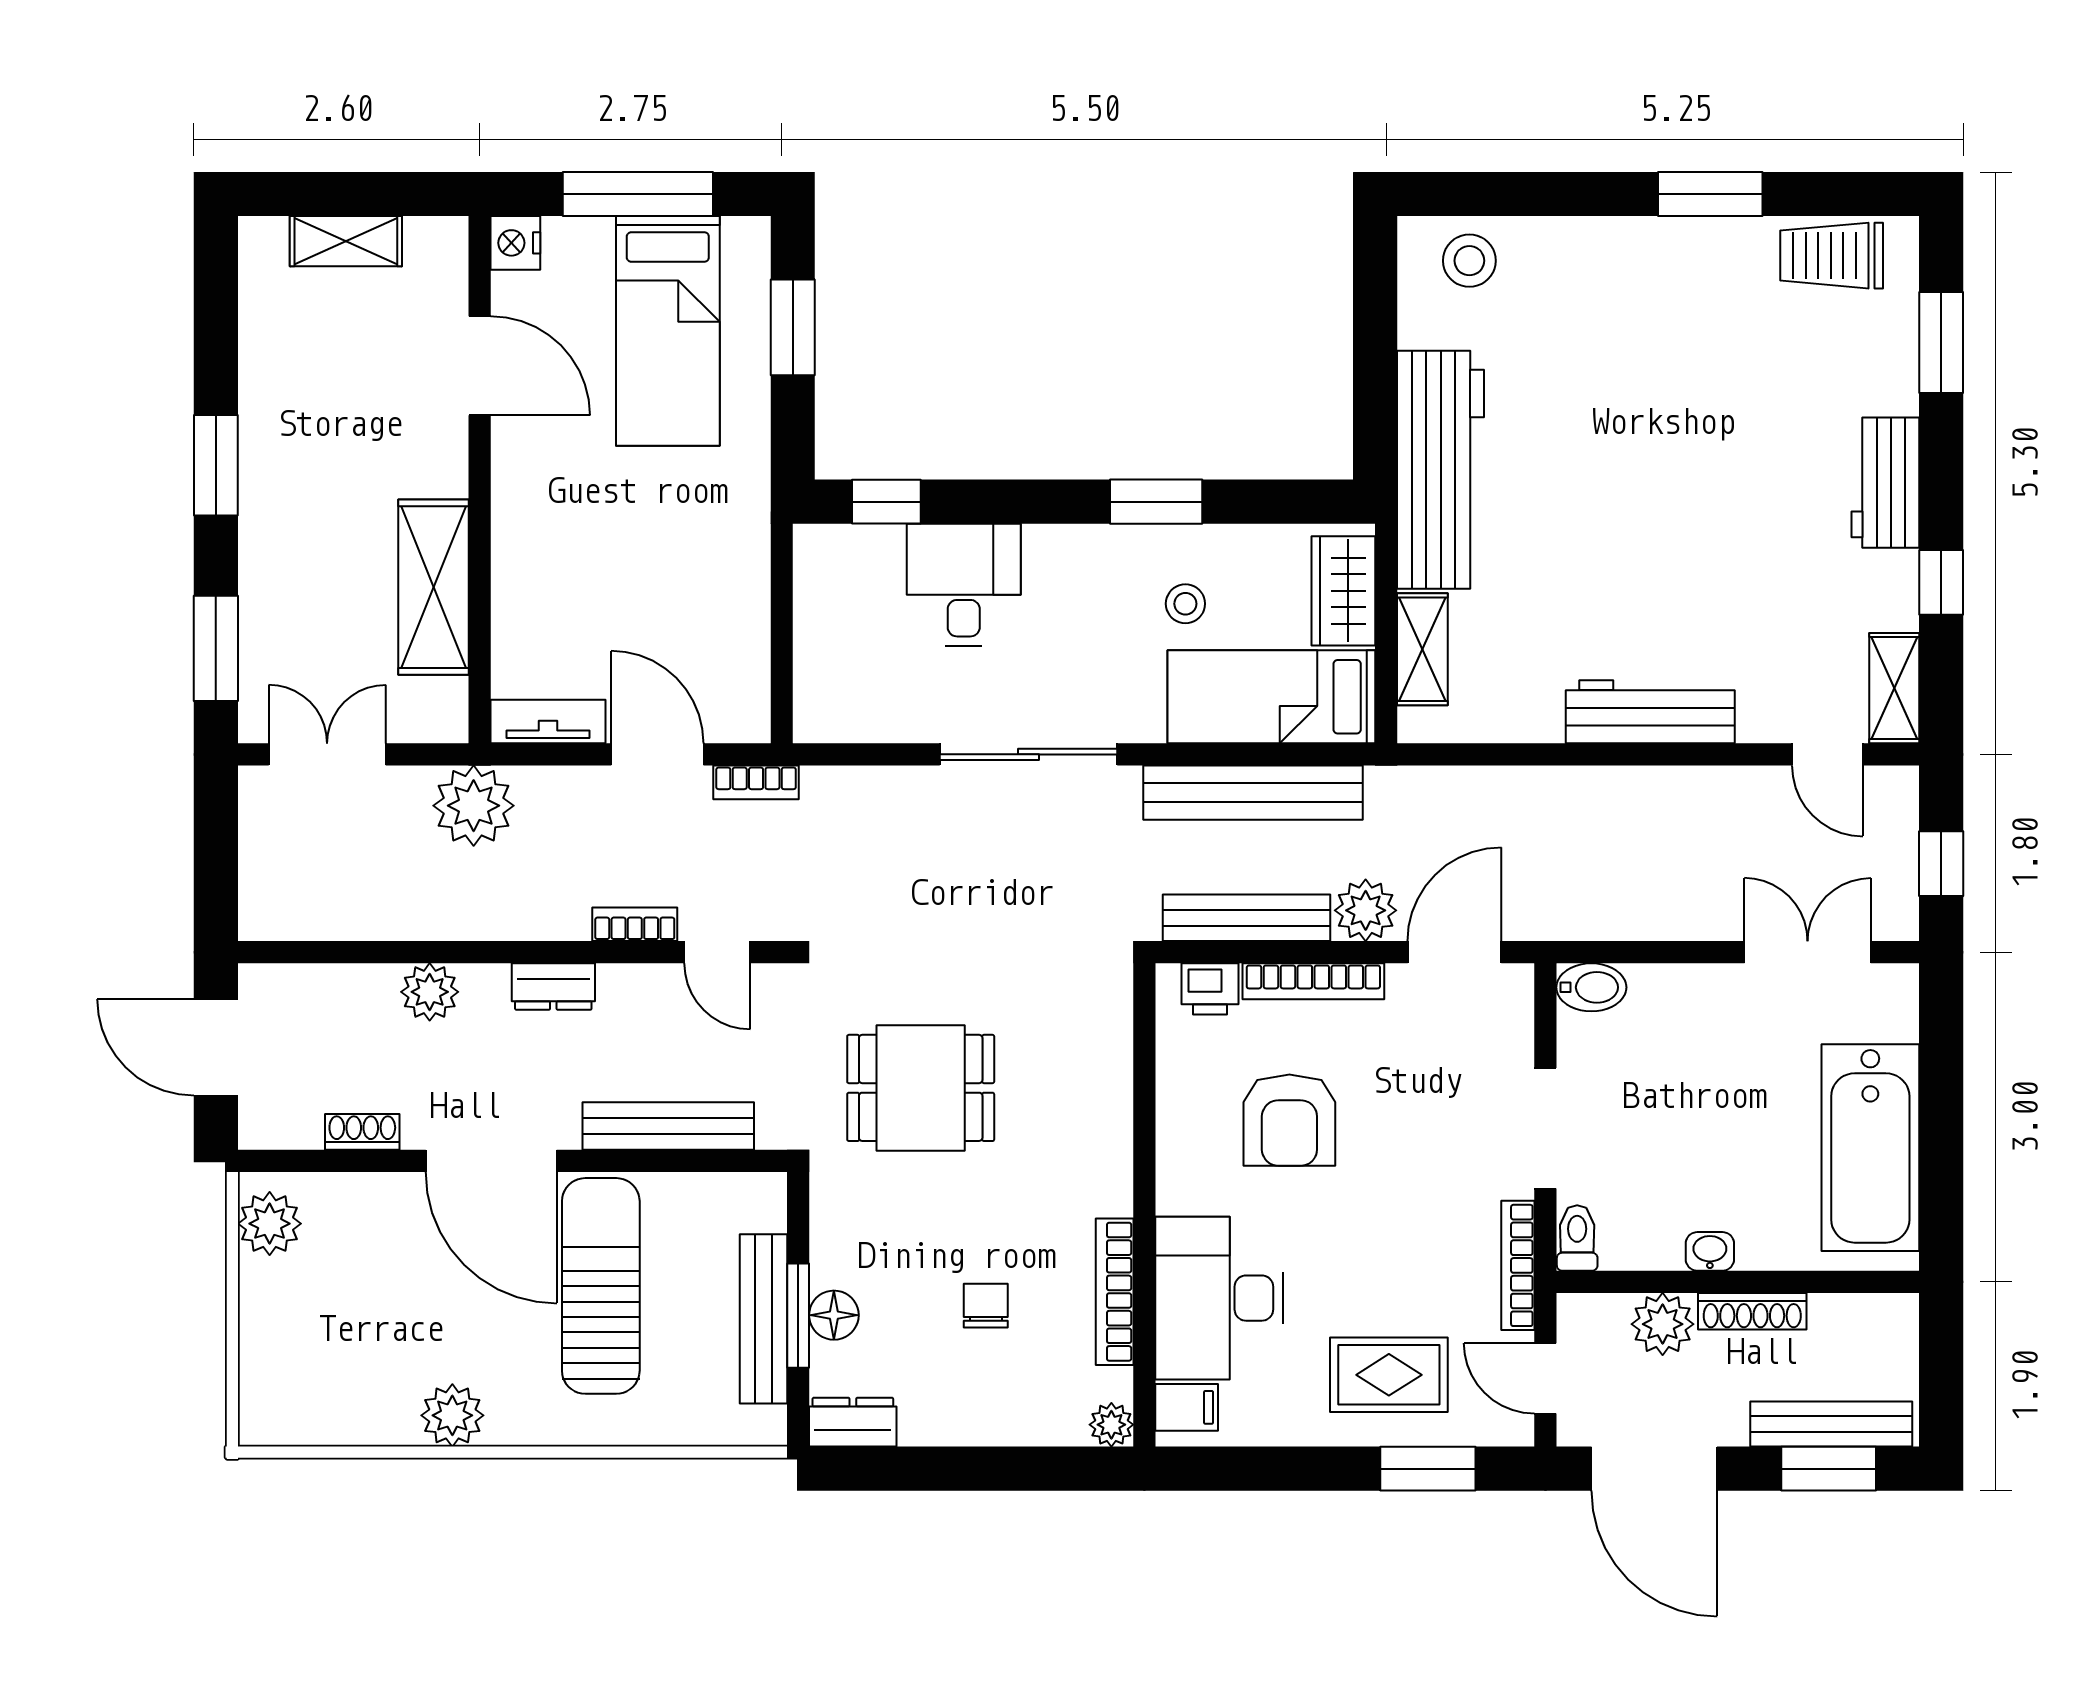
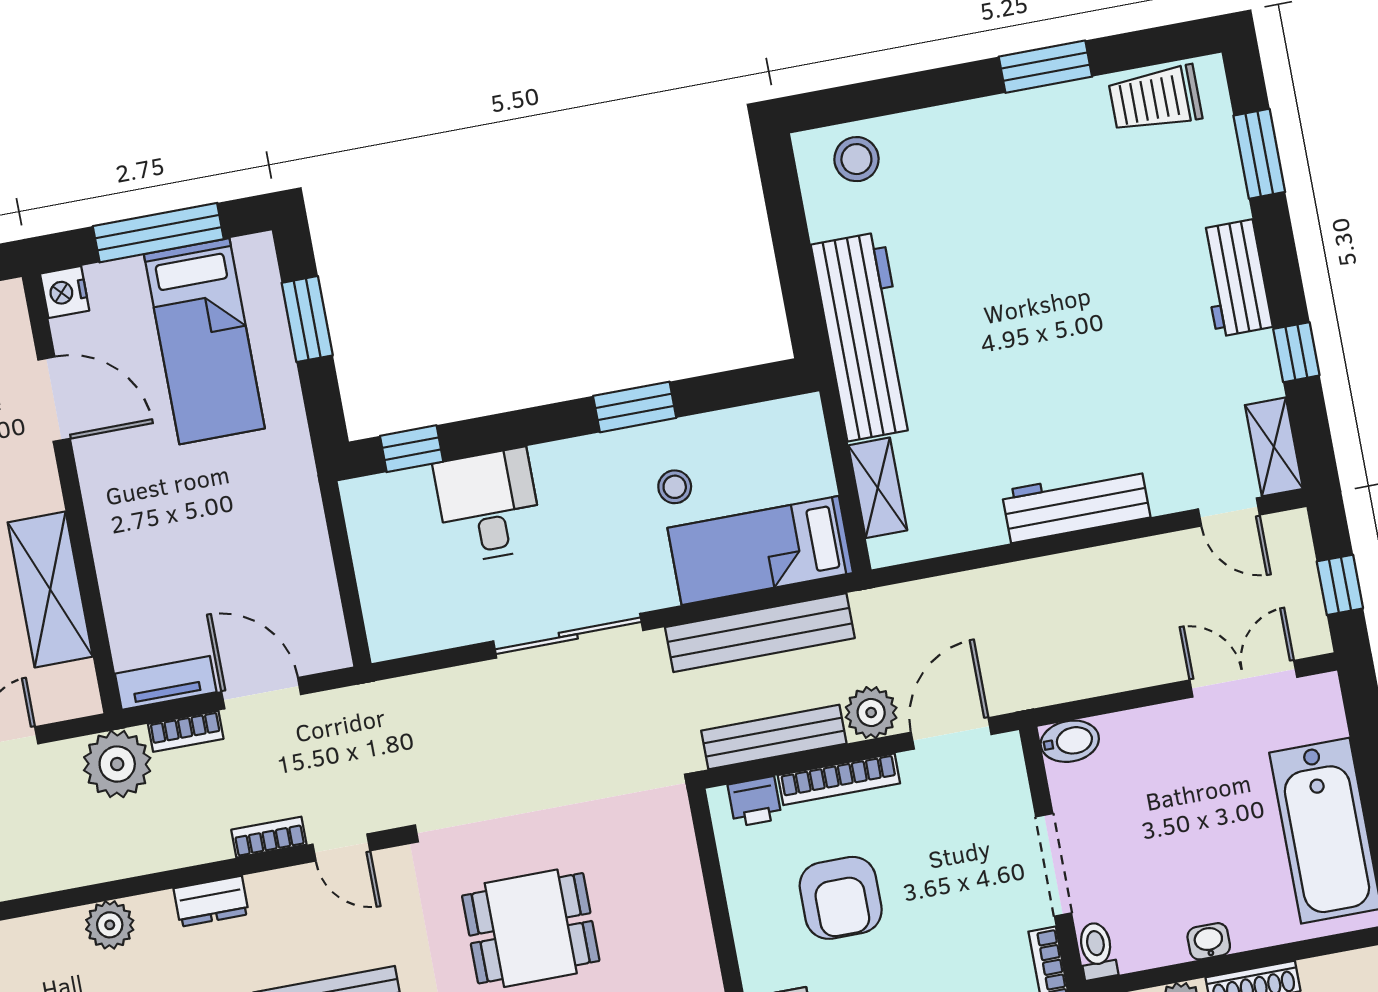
wardrobe: (1343, 591) -> (803, 452), removed
bookcase: (756, 782) -> (186, 731), moved

